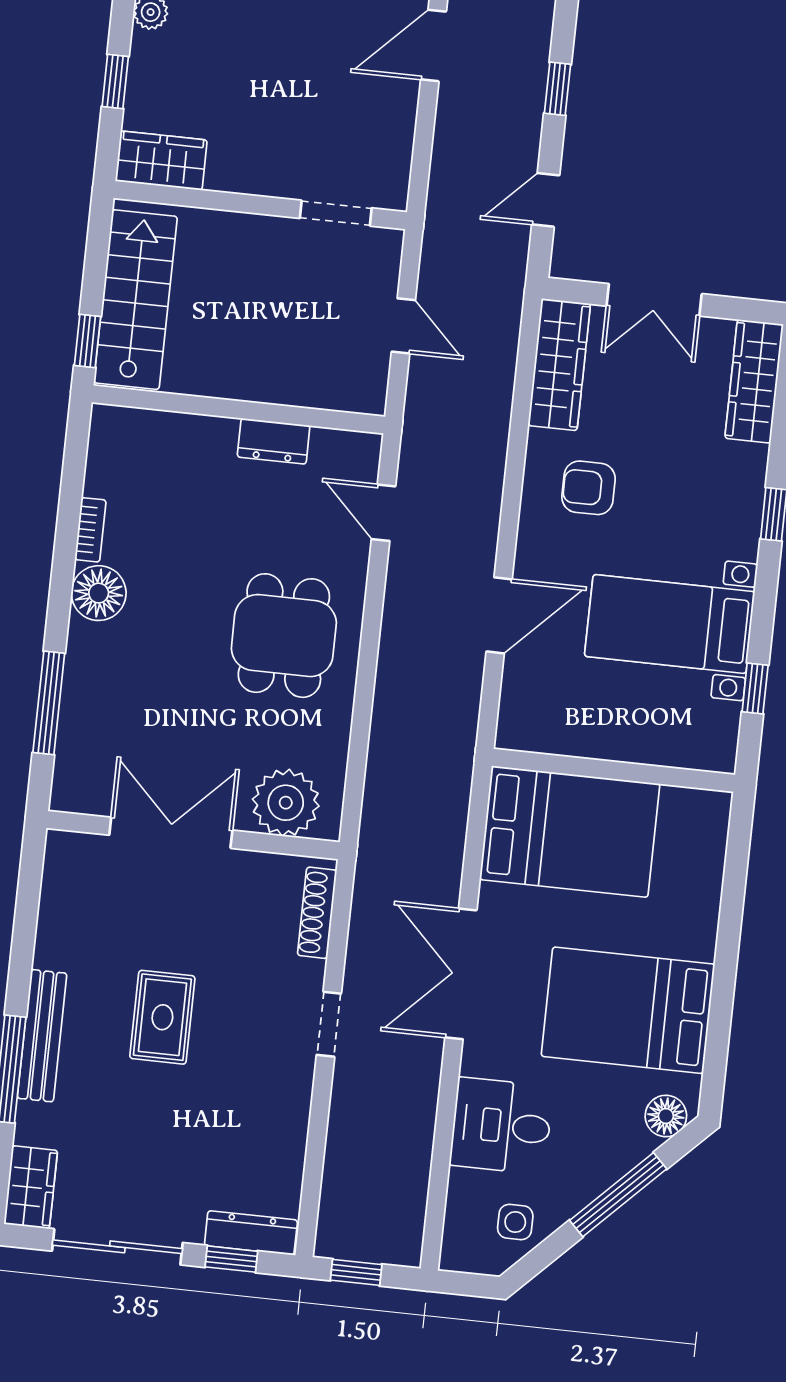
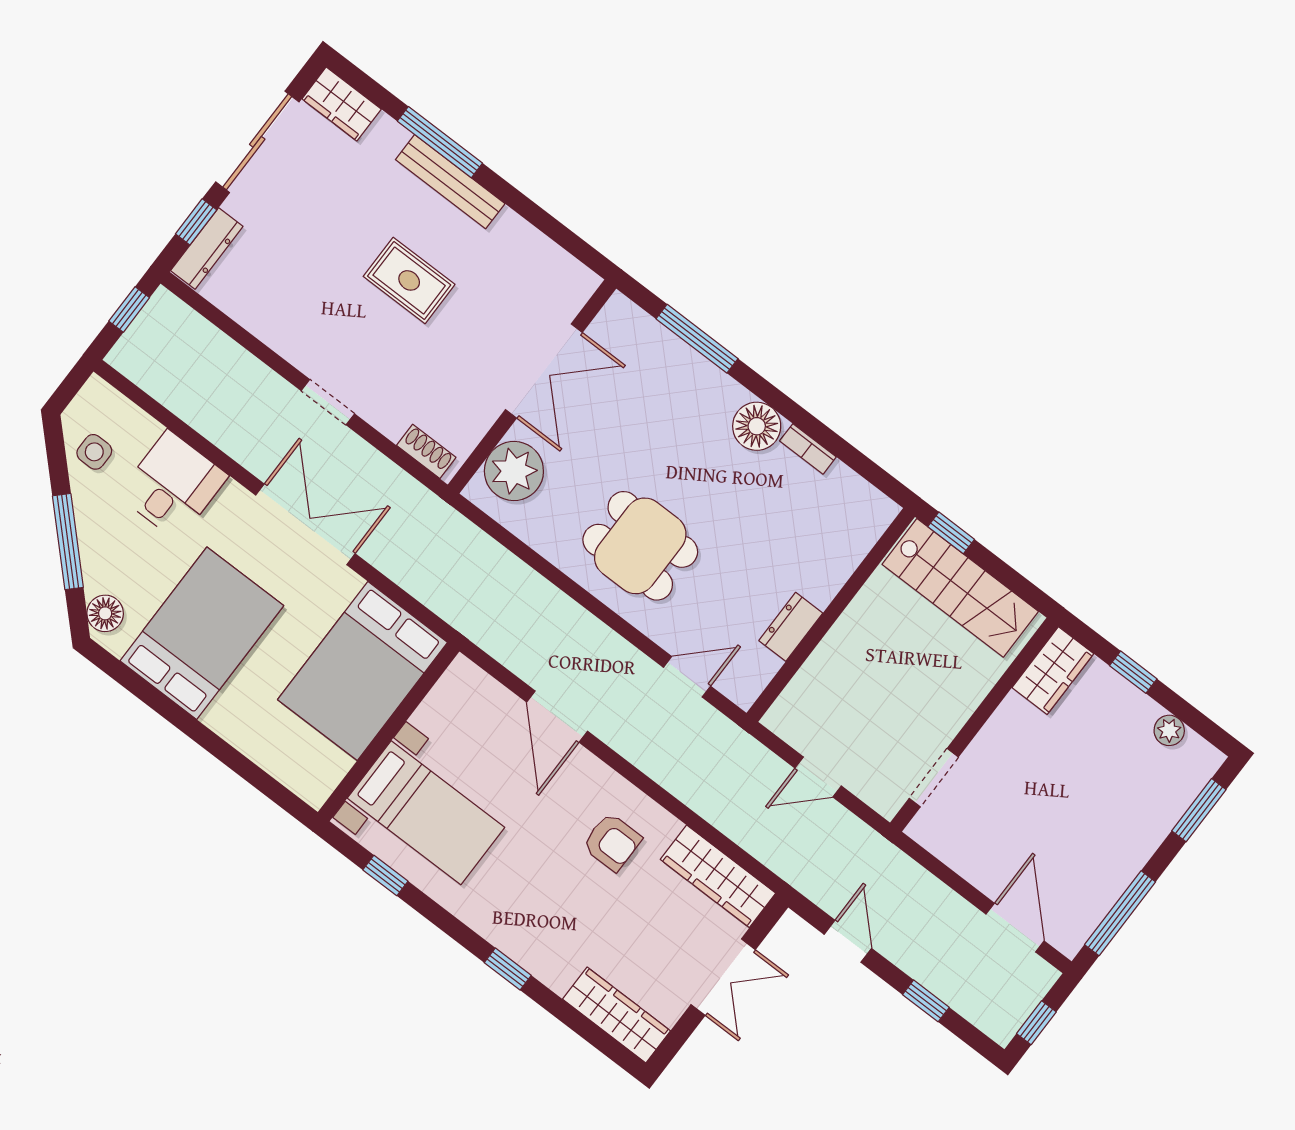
double door: (654, 300) -> (723, 977), swing flipped
armchair: (589, 488) -> (612, 842), turned 90
bed with nightstands: (670, 624) -> (426, 813), moved, turned 90
shoe rack: (317, 913) -> (426, 451), width x0.70

